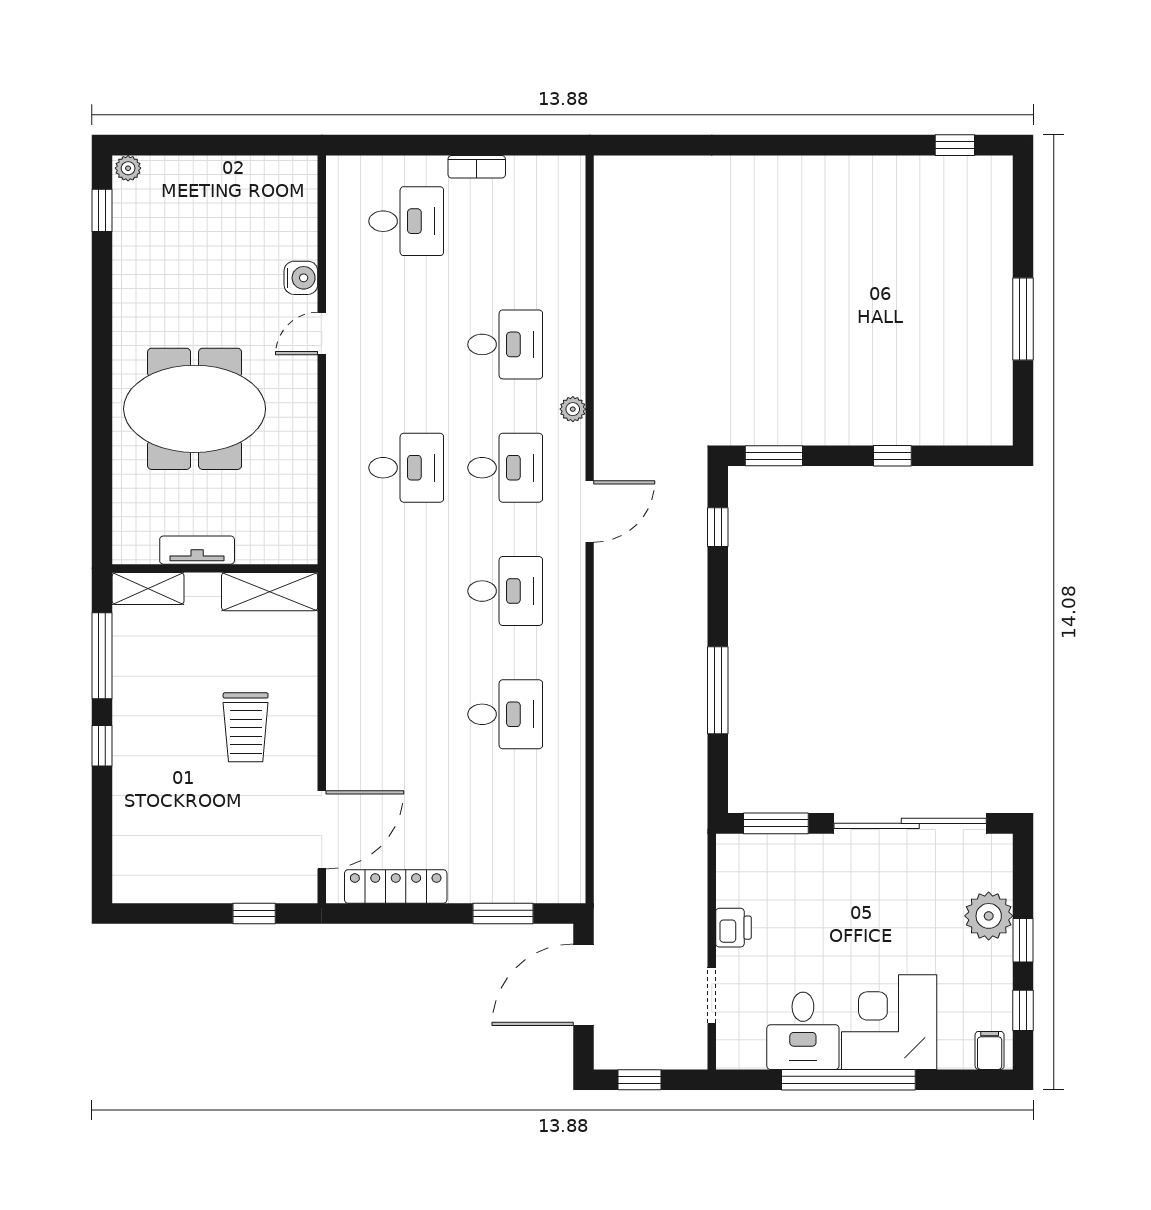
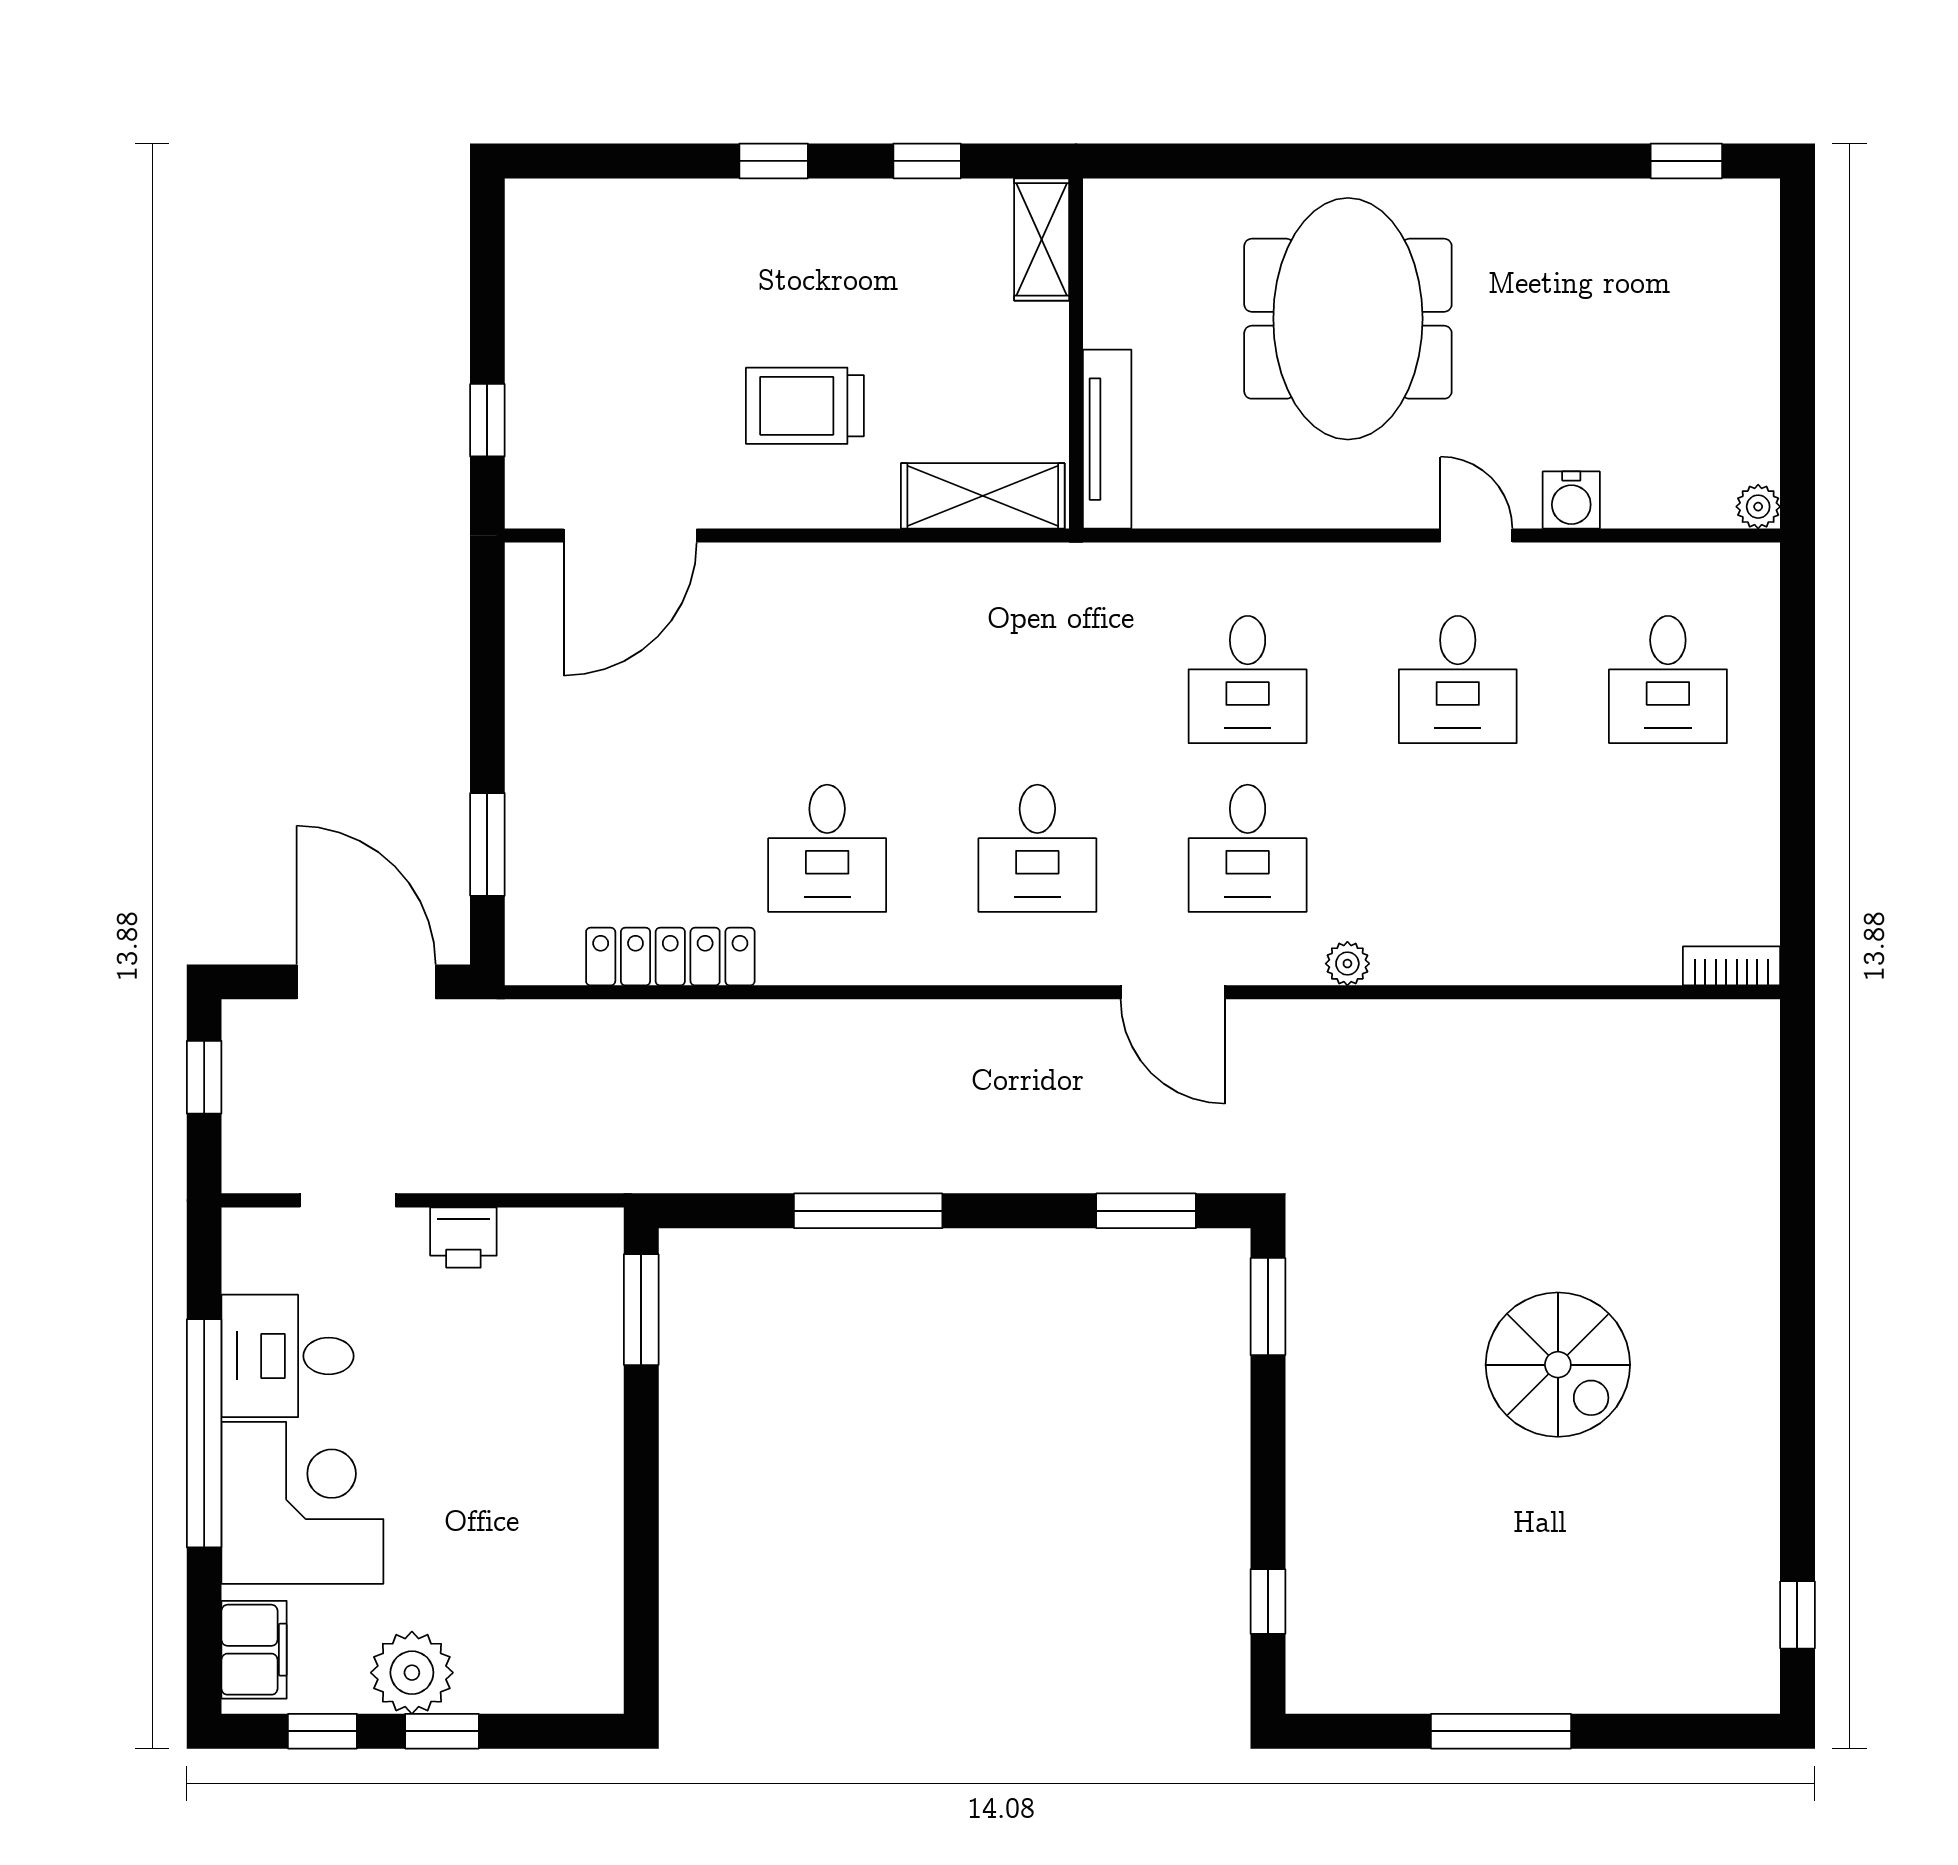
bookcase: (477, 167) -> (1731, 966), moved, turned 90
plant: (128, 168) -> (1758, 507), moved
spiral stairs: (808, 286) -> (1558, 1365), added
desk: (505, 344) -> (1458, 680), moved
window: (892, 456) -> (1268, 1602), moved
window: (718, 527) -> (1146, 1211), width x1.50
tv unit: (197, 550) -> (1107, 439), moved, width x1.41
shelving: (270, 592) -> (983, 496), moved, turned 90
window: (102, 656) -> (927, 161), width x0.46
sliding door: (910, 823) -> (641, 1539), removed
door: (322, 830) -> (630, 536), hinge flipped
locker: (396, 886) -> (670, 957), moved, turned -90
plant: (989, 916) -> (412, 1673), moved
filing cabinet: (990, 1050) -> (254, 1650), width x2.00

